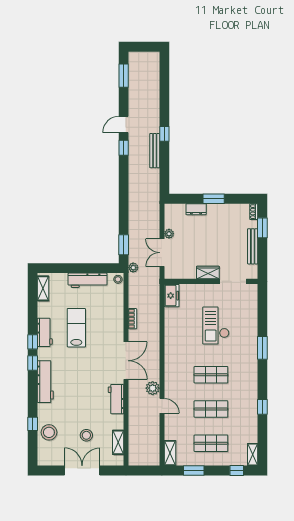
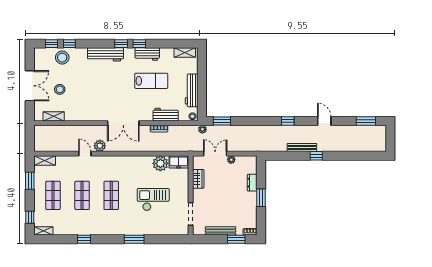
window: (124, 148) -> (288, 121), moved
wardrobe: (208, 273) -> (198, 179), moved
plant: (173, 317) -> (160, 163), added
workbench: (116, 399) -> (166, 115), moved
door: (162, 406) -> (85, 154), swing flipped
window: (33, 445) -> (51, 44), added

